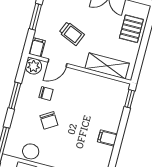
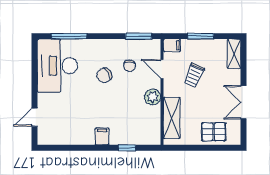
plant: (34, 66) -> (153, 97), moved
window: (15, 96) -> (139, 36), moved
window: (130, 99) -> (127, 148), moved

